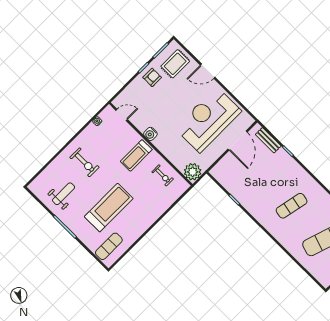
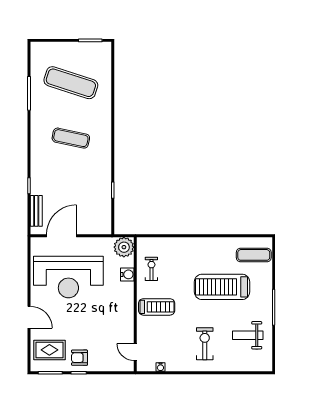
water cooler: (150, 134) -> (127, 274), moved

